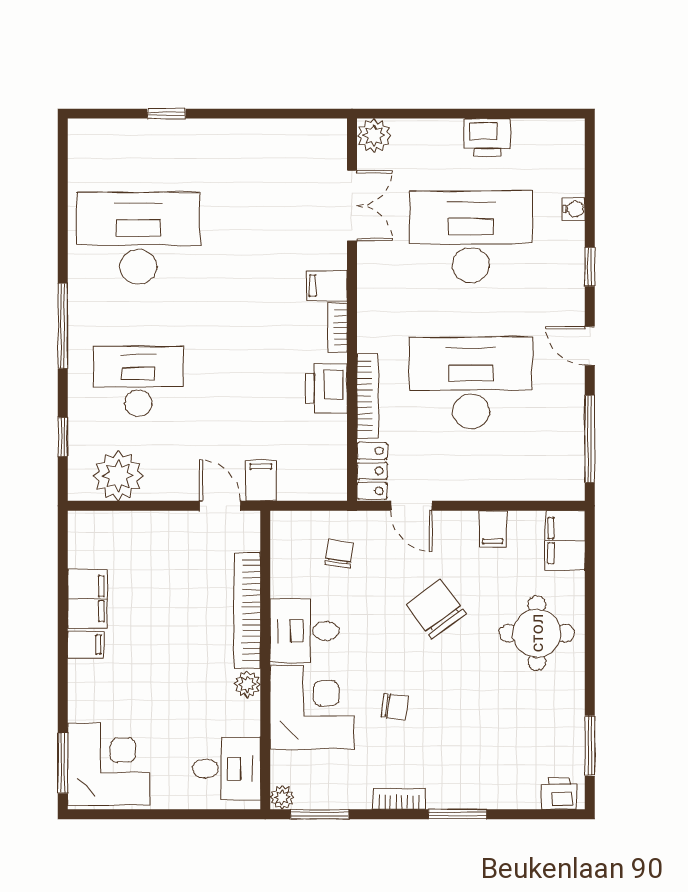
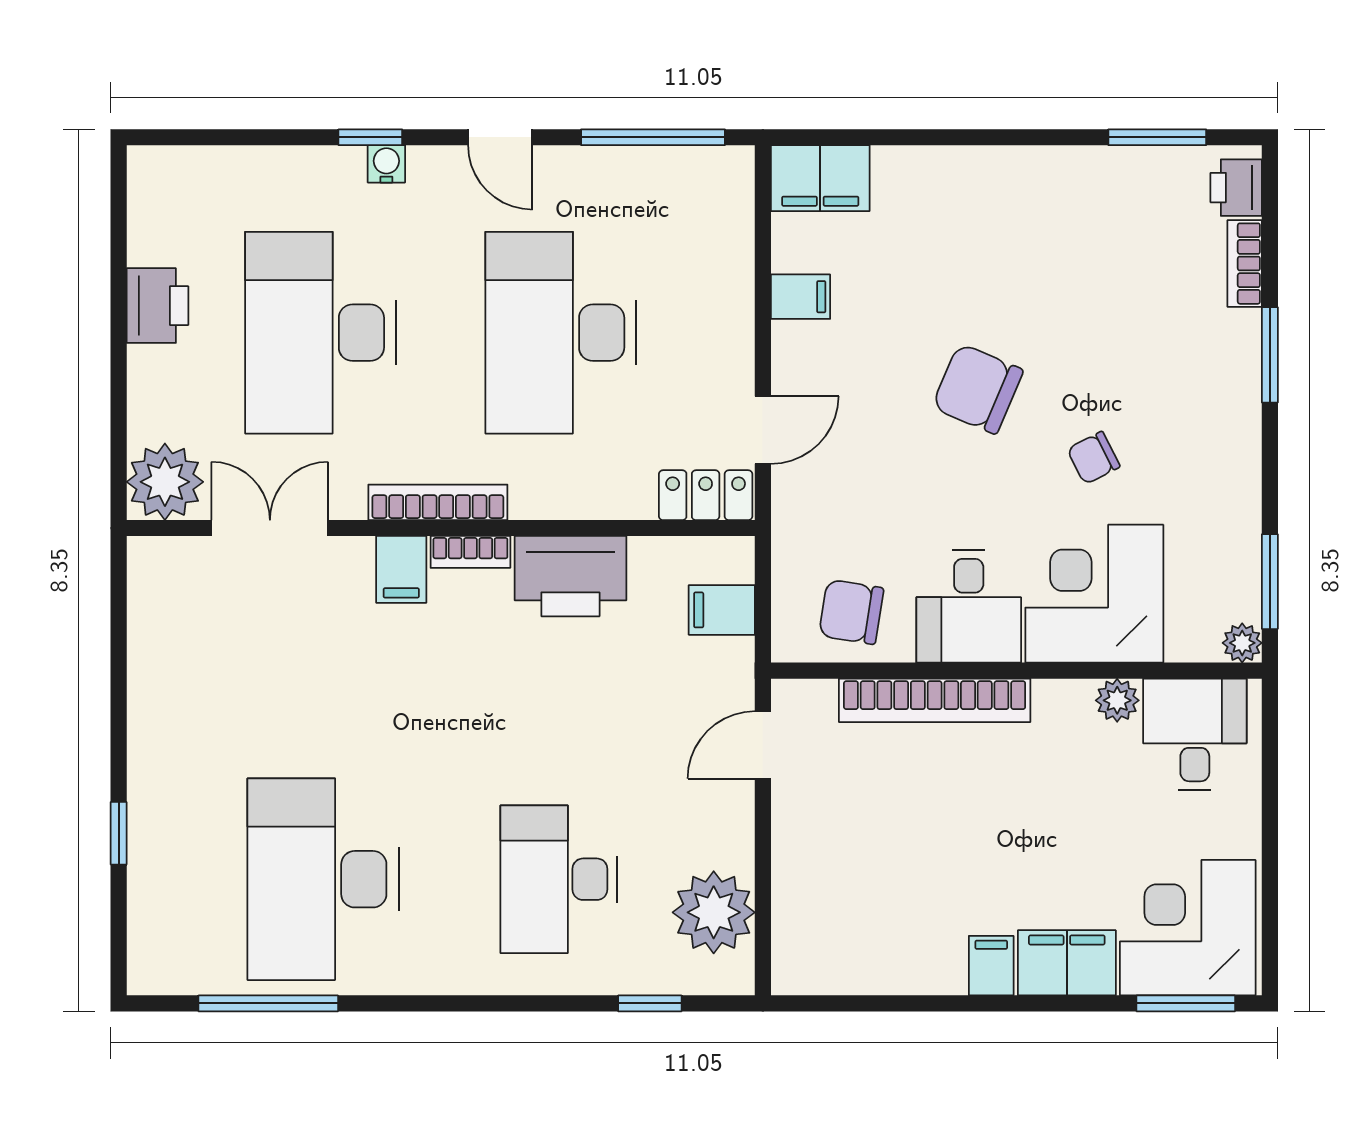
plant: (374, 136) -> (165, 482), width x1.36, depth x1.36
water cooler: (574, 209) -> (386, 164), moved
window: (63, 326) -> (268, 1003), moved
door: (590, 346) -> (500, 137), hinge flipped
printer: (327, 389) -> (570, 576), width x1.37, depth x1.19
bookcase: (368, 396) -> (438, 502), moved
filing cabinet: (261, 481) -> (722, 610), moved
chair: (339, 554) -> (851, 612), moved, width x1.37, depth x1.37
filing cabinet: (87, 599) -> (1067, 963), moved
chair: (436, 609) -> (978, 389), moved, turned 59
round table: (537, 633) -> (972, 224), removed
plant: (247, 684) -> (1117, 700), moved
chair: (395, 707) -> (1094, 458), turned -125
bookcase: (399, 799) -> (1245, 264), moved

